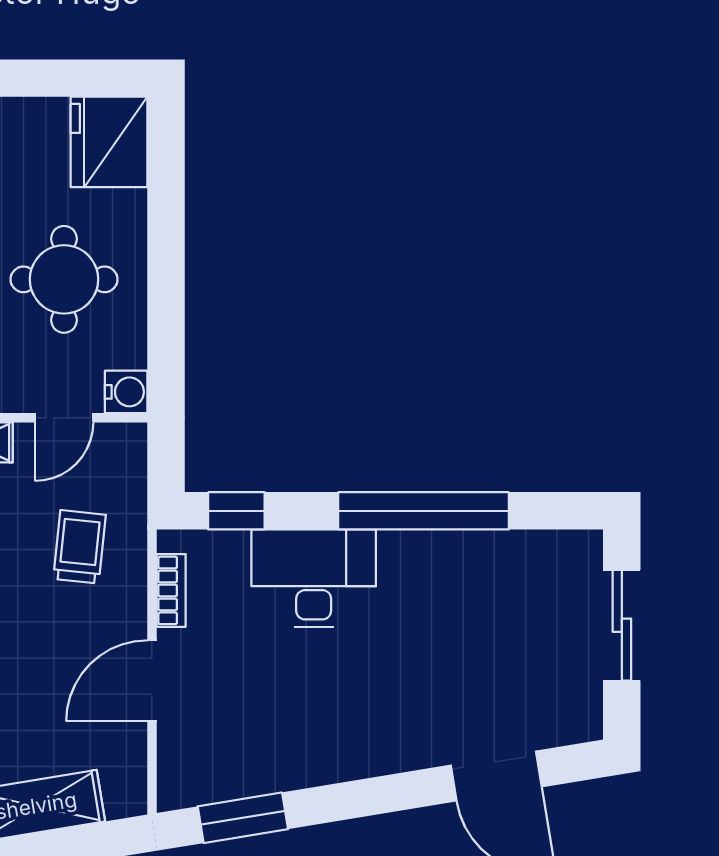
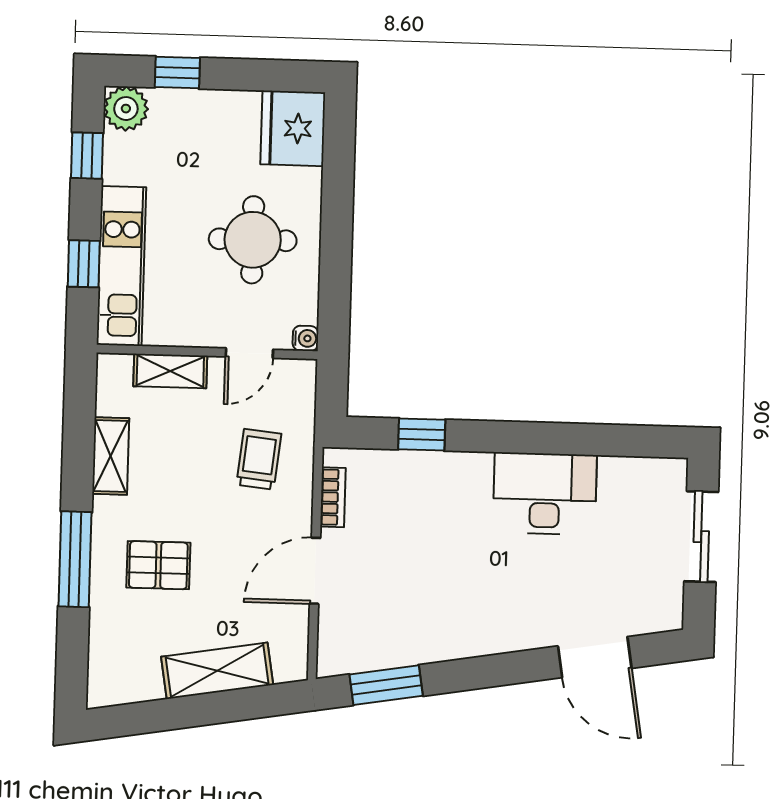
water cooler: (126, 392) -> (305, 338), width x0.72, depth x0.72
window: (236, 511) -> (422, 435), moved
window: (423, 511) -> (541, 438), removed
desk: (314, 578) -> (545, 494), moved

